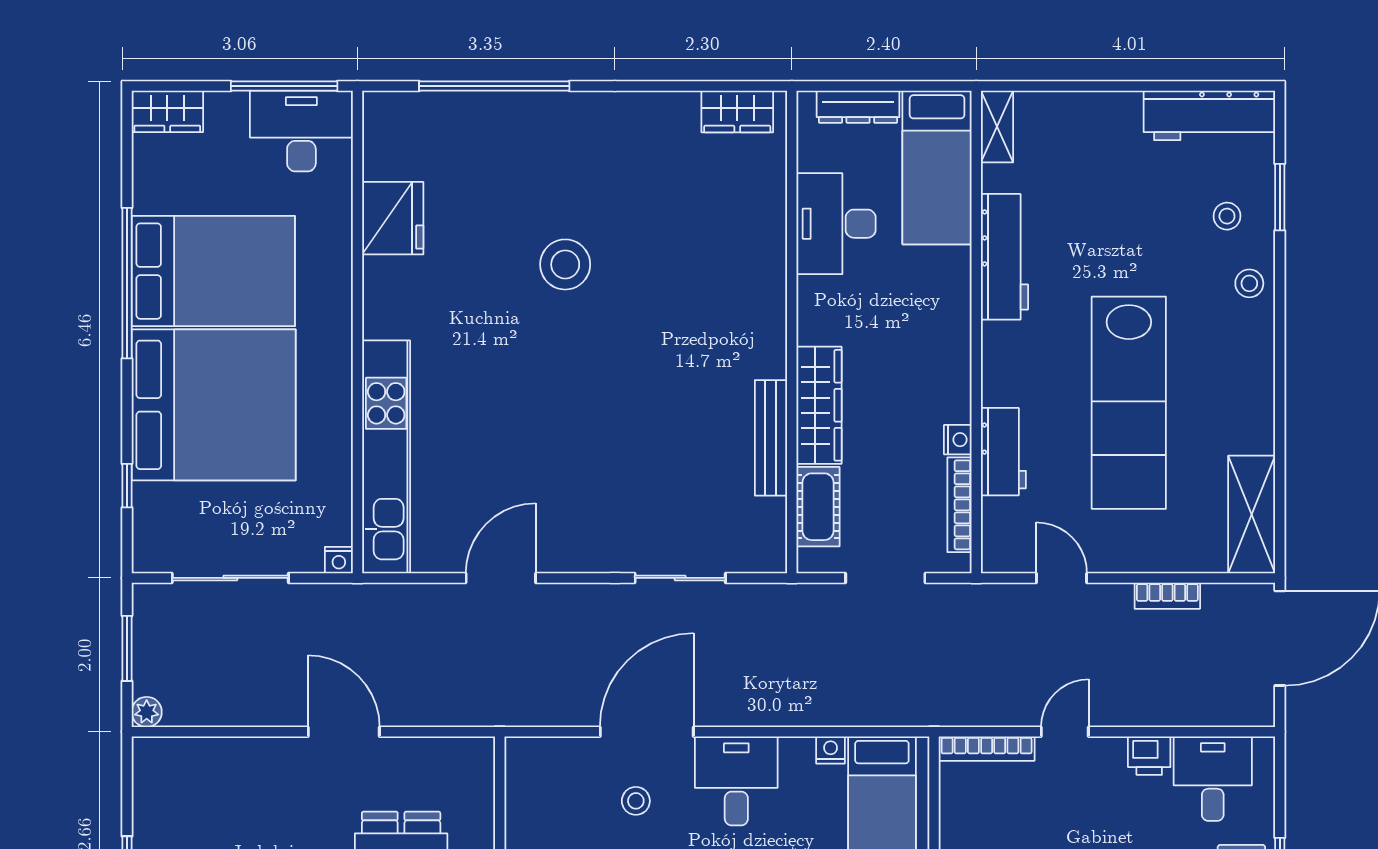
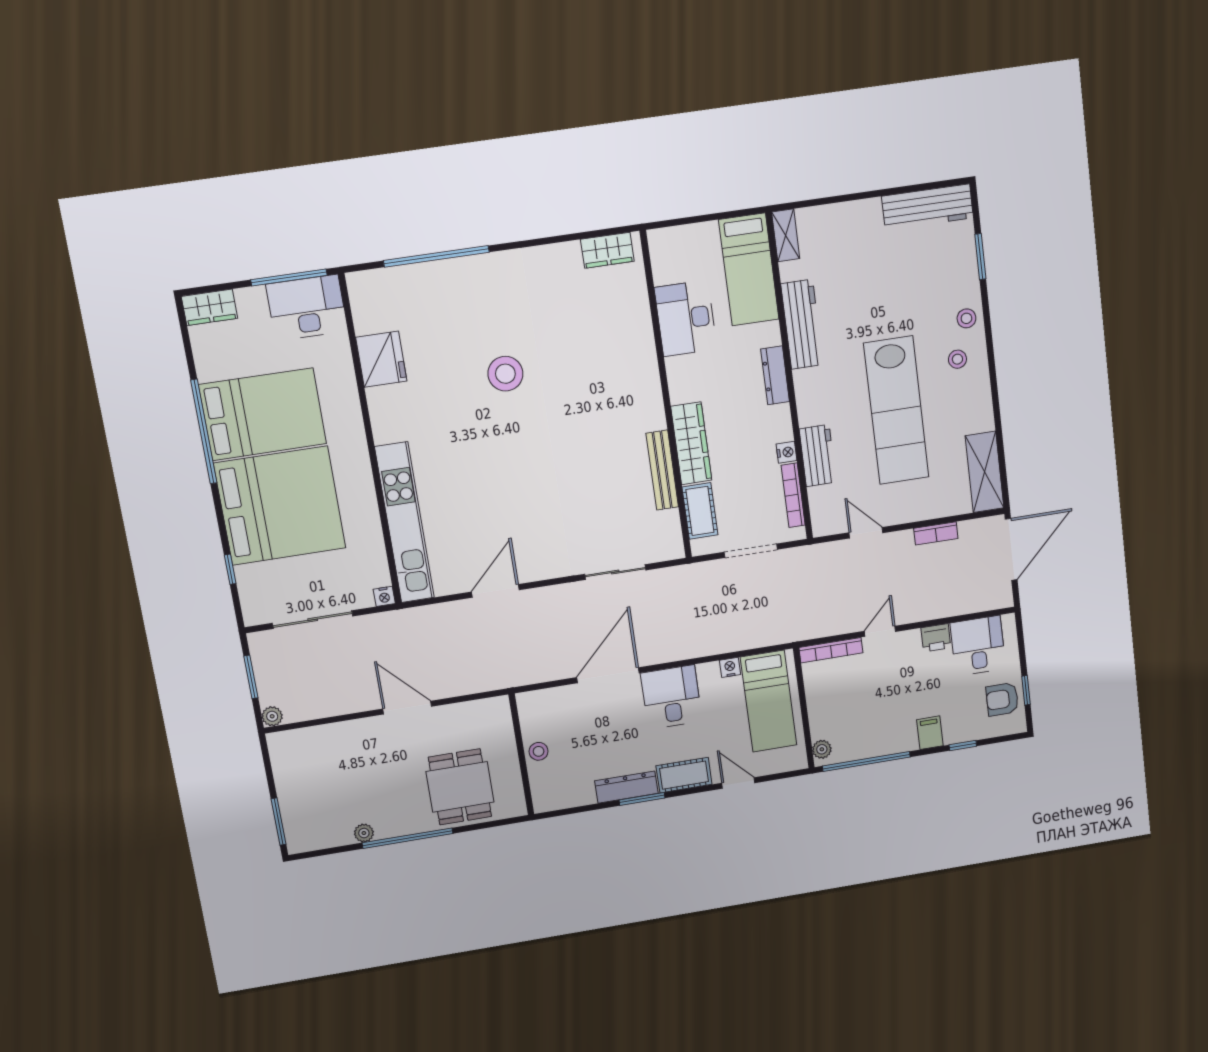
dresser: (858, 107) -> (775, 375), moved, turned 90
stool: (1227, 216) -> (957, 359), moved
stool: (636, 801) -> (539, 751), moved

